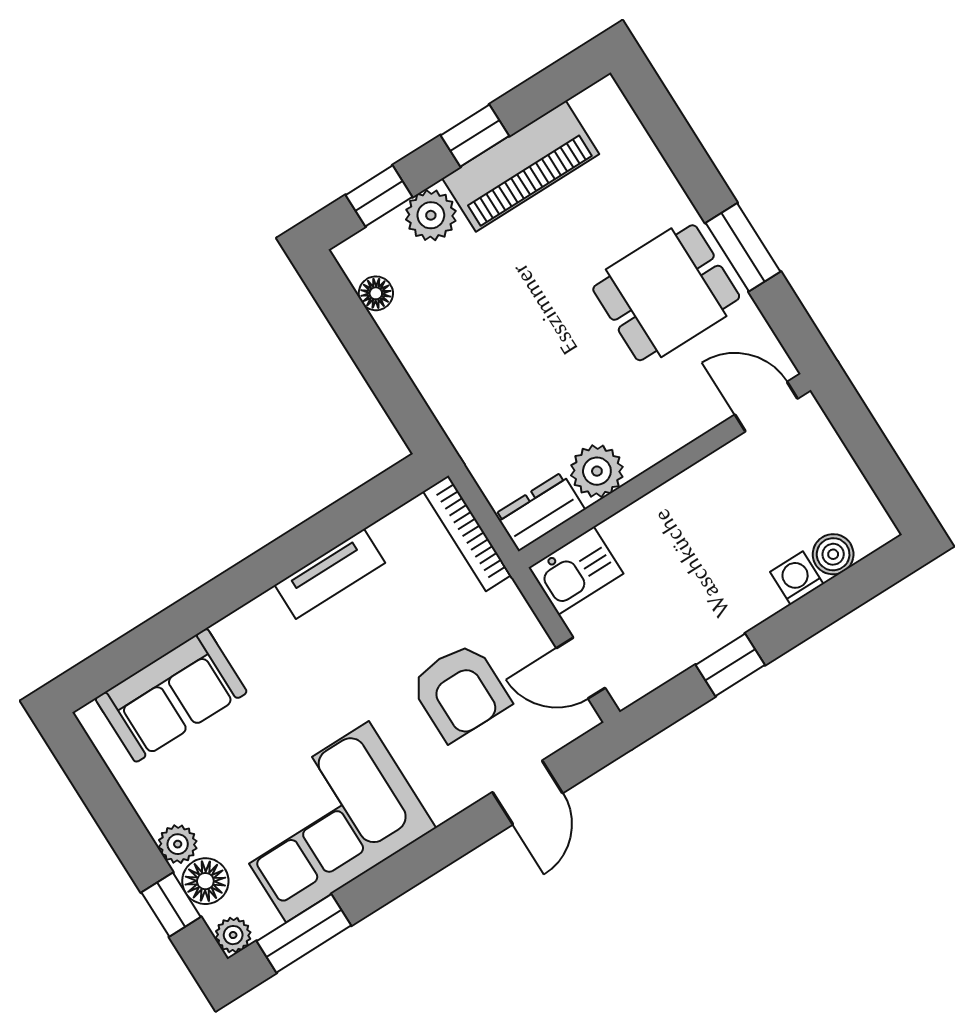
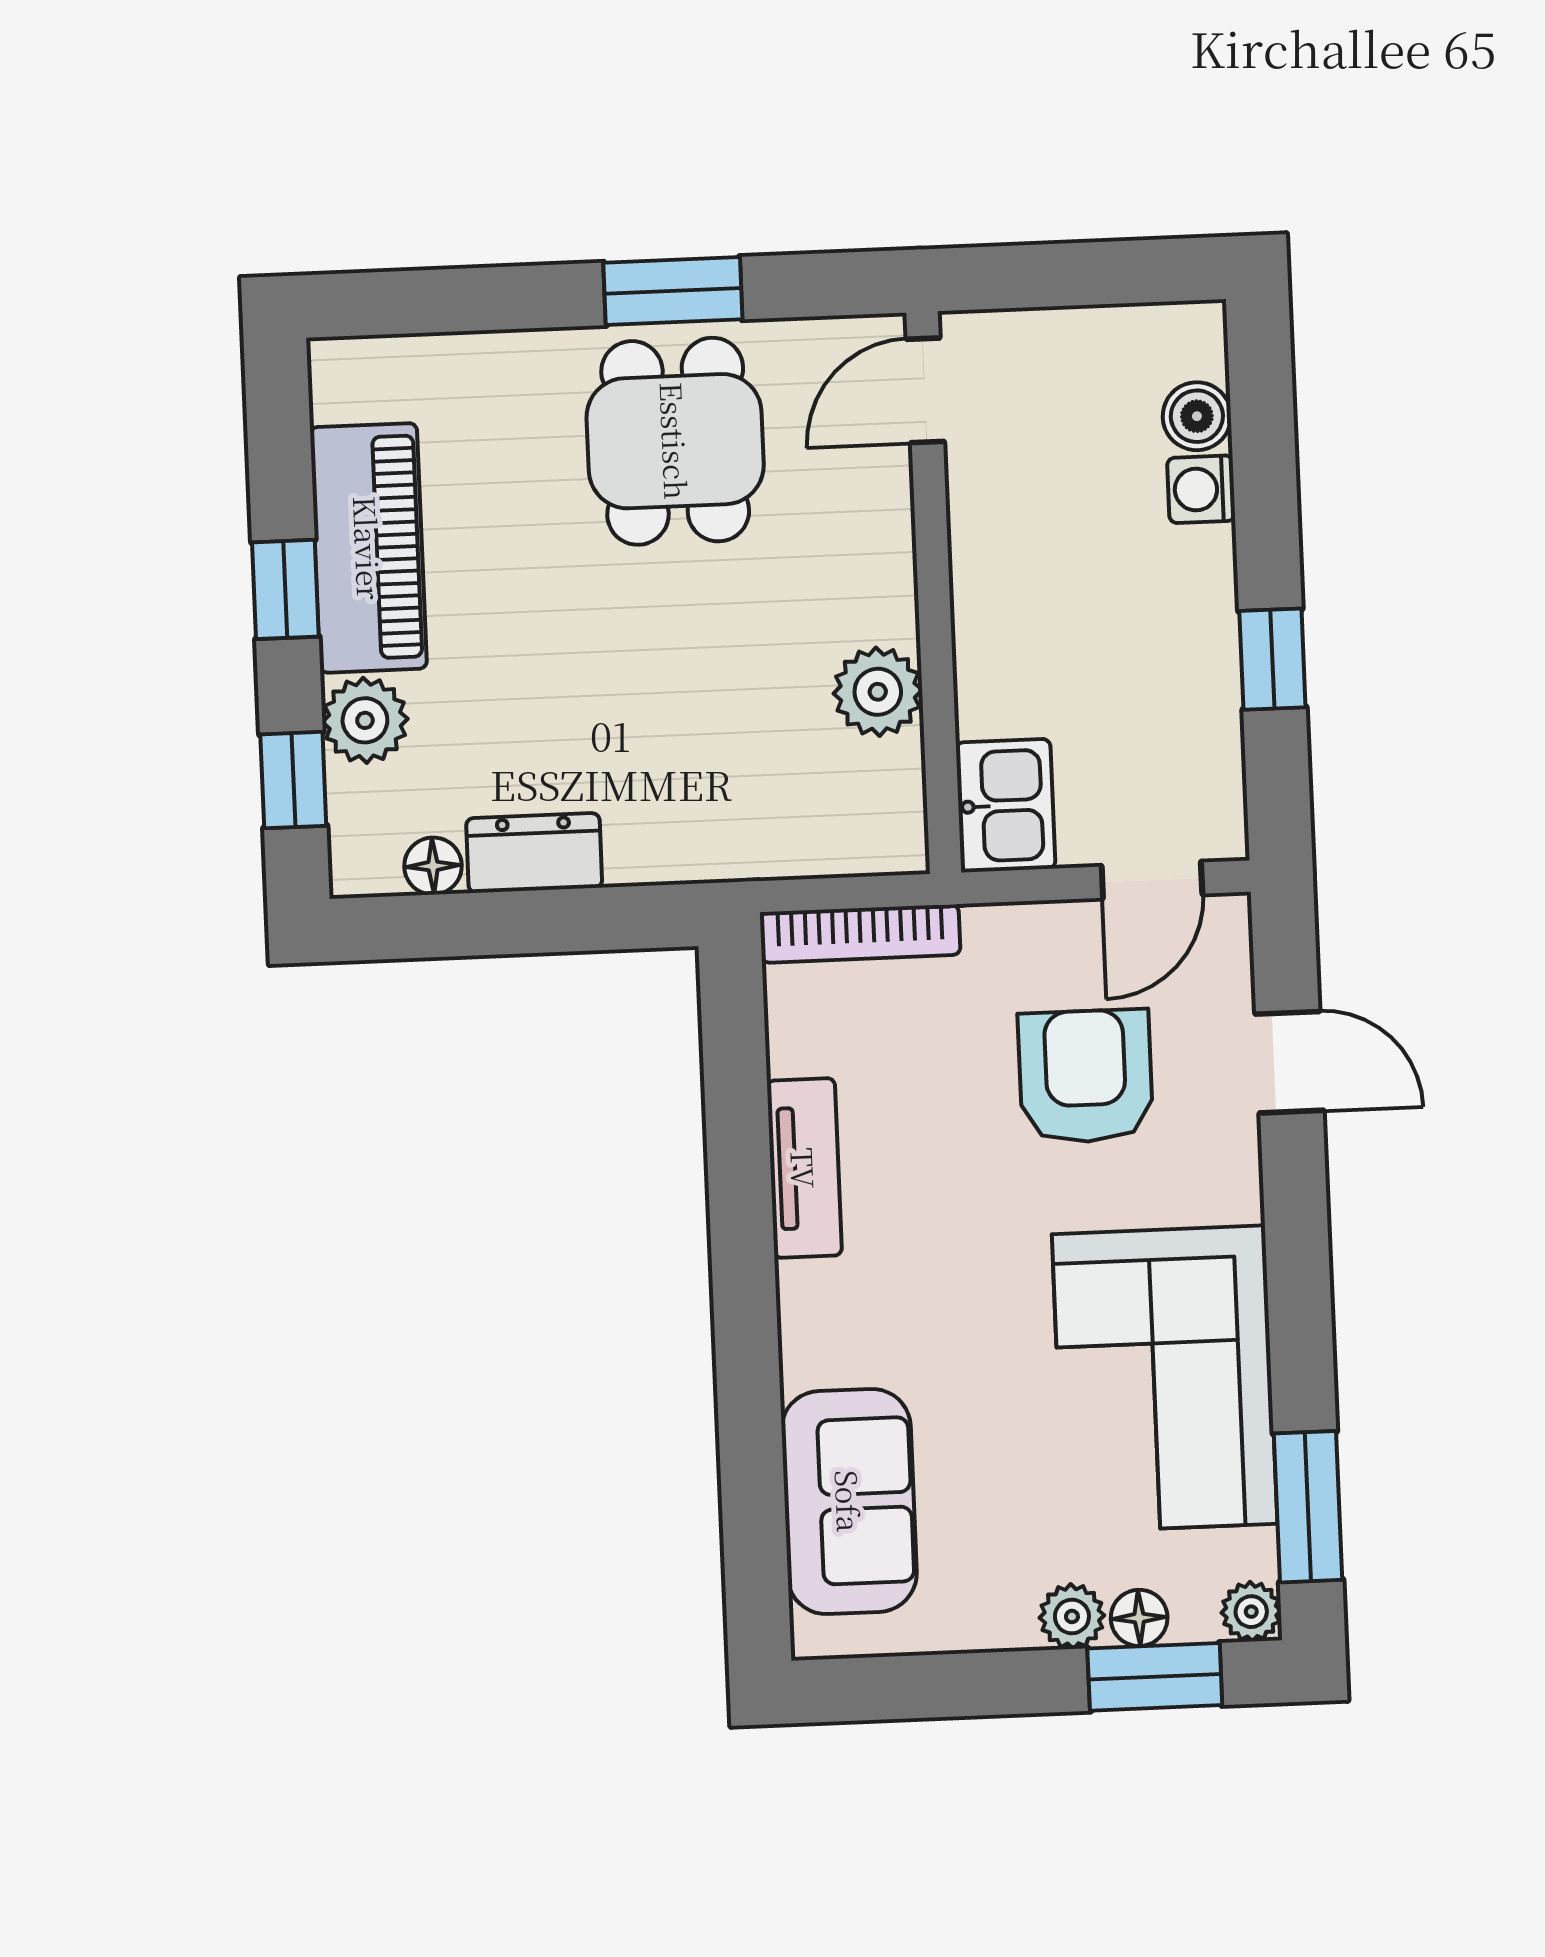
dresser: (540, 512) -> (534, 853), moved, turned 90
armchair: (460, 692) -> (1085, 1076), turned -90
floor lamp: (205, 881) -> (1139, 1618), width x0.73, depth x0.73
window: (171, 905) -> (1155, 1677), width x1.50

